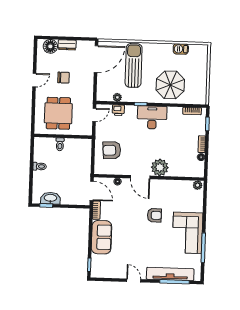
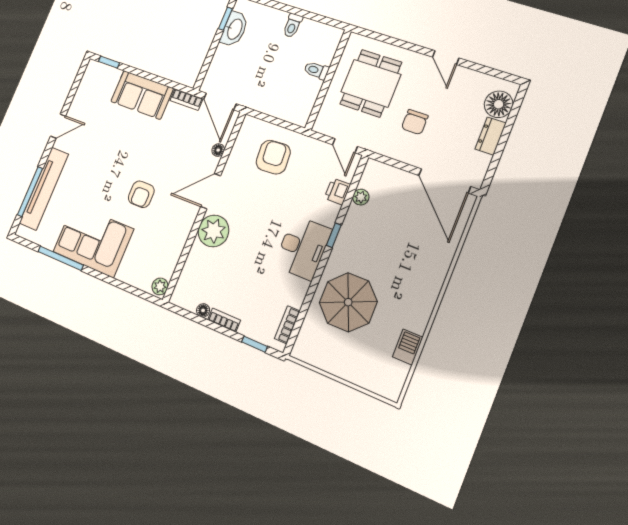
sun lounger: (134, 65) -> (408, 247), removed
chair: (64, 78) -> (415, 122), moved
dining table: (58, 113) -> (371, 83), turned 90
door: (92, 191) -> (220, 101), hinge flipped

